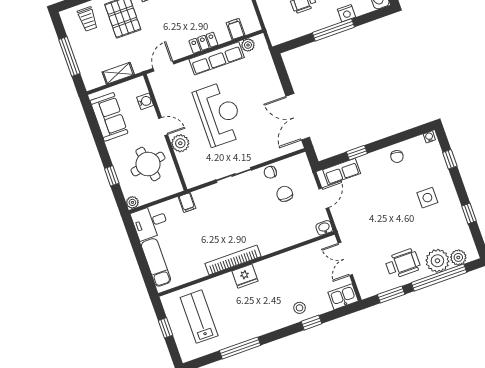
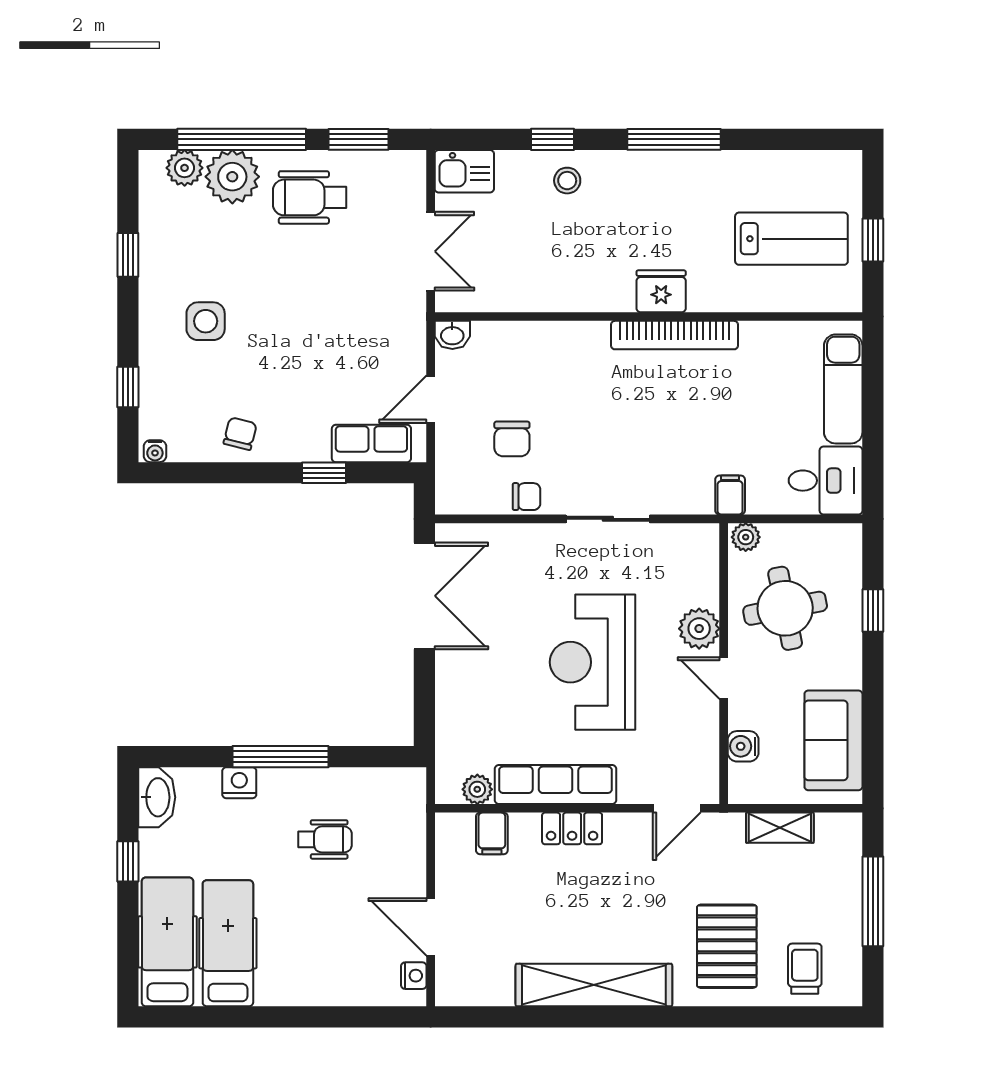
plant: (132, 202) -> (746, 537), moved
lab bench: (199, 317) -> (791, 239), turned -90
window: (240, 348) -> (674, 139), moved

